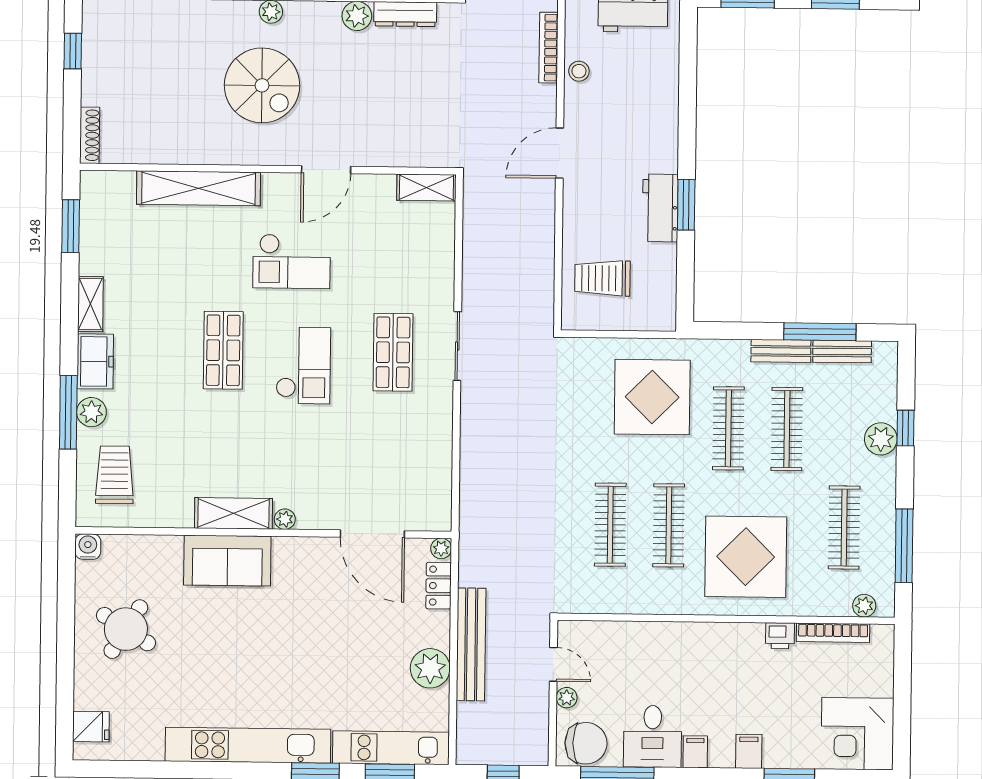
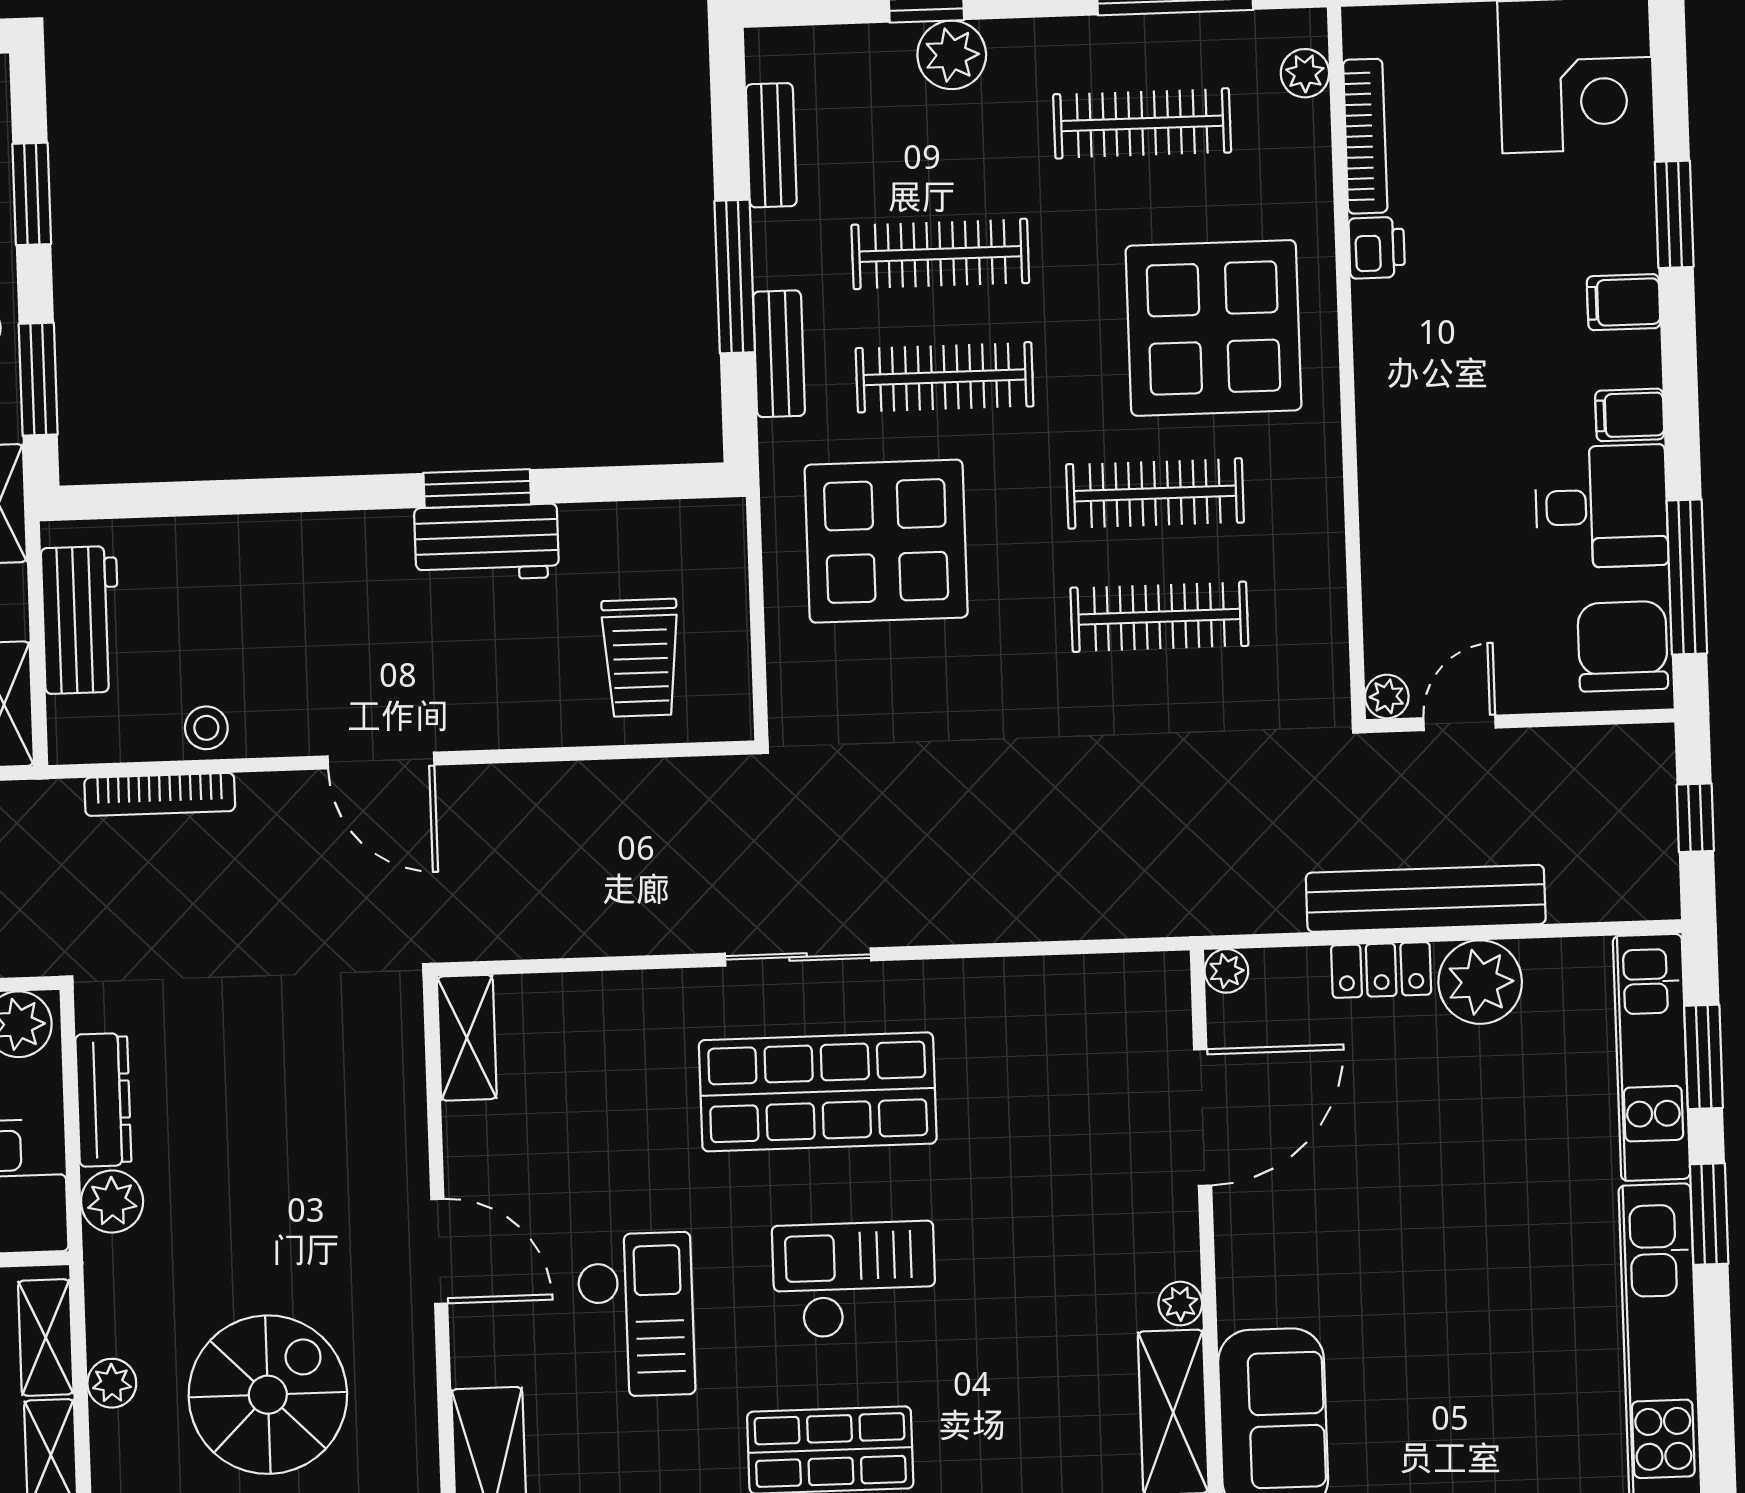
window: (820, 332) -> (735, 276), moved
bench: (781, 351) -> (779, 354), moved
shop shelf: (393, 352) -> (818, 1092), width x1.43, depth x1.36
locker: (439, 586) -> (1381, 970), moved
plant: (567, 698) -> (1387, 696), moved

